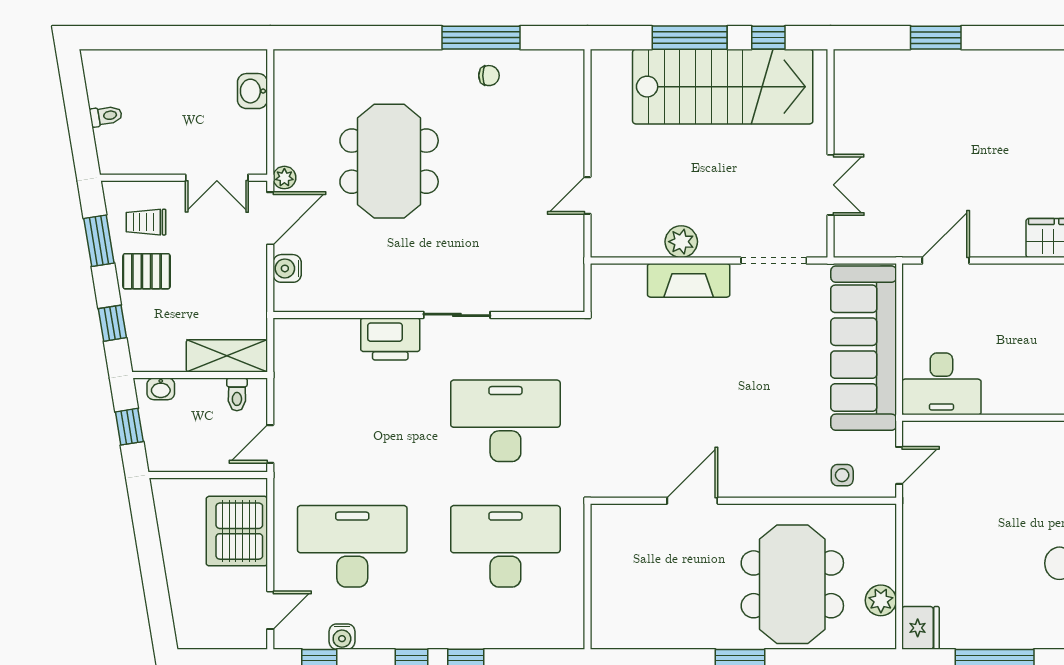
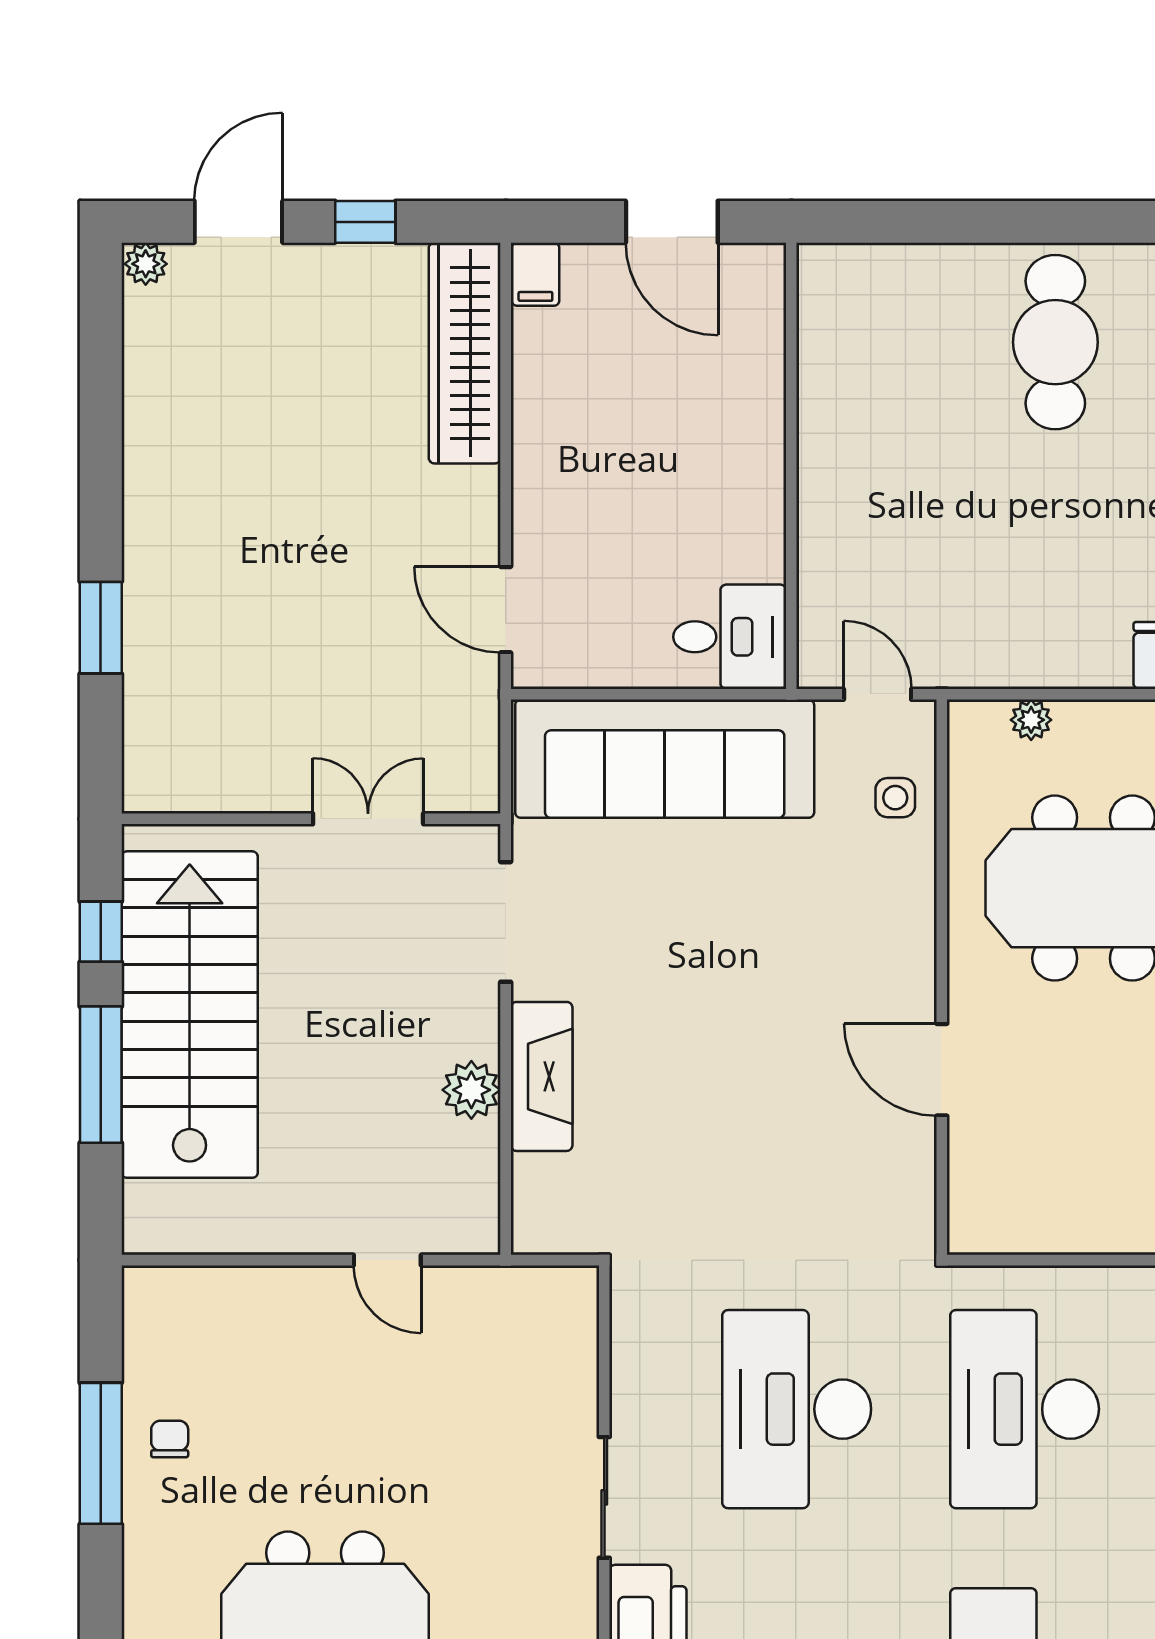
desk: (941, 384) -> (730, 637), width x0.73
plant: (881, 600) -> (1031, 720), moved, width x0.73, depth x0.73

